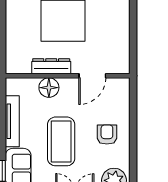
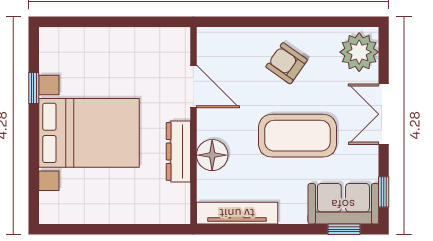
tv unit: (12, 121) -> (237, 213), moved
armchair: (107, 135) -> (287, 63), turned 35

